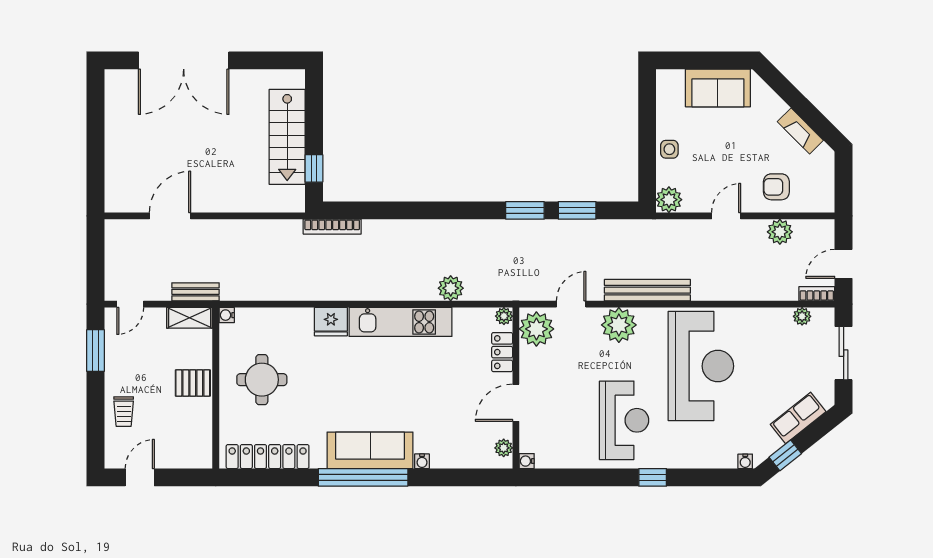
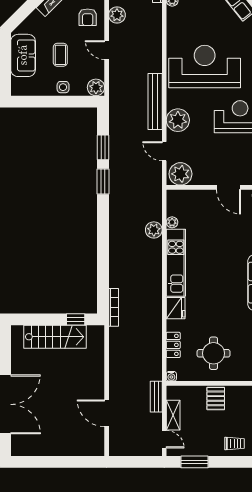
coffee table: (719, 145) -> (60, 55), added
plant: (504, 316) -> (172, 222), moved
shelving: (190, 318) -> (173, 415), moved
locker: (502, 352) -> (173, 345), moved, turned -90

